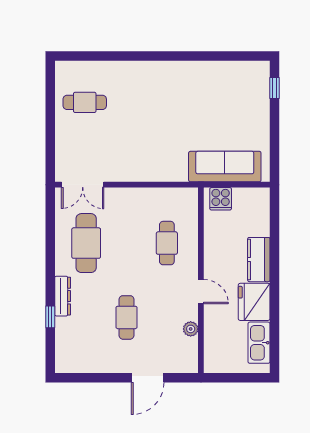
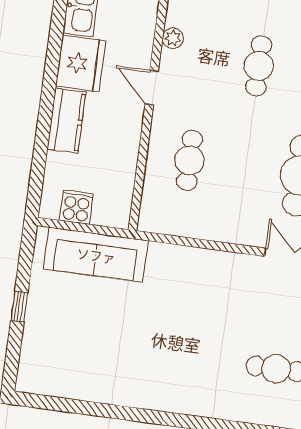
window: (275, 88) -> (19, 307), moved
cooker: (221, 199) -> (76, 207), moved

